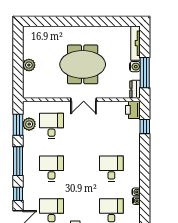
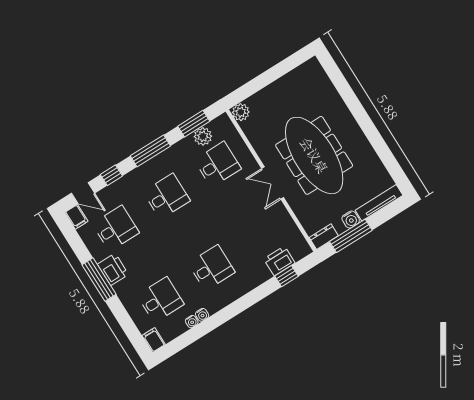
meeting table: (83, 64) -> (314, 155), width x1.36
plant: (29, 65) -> (241, 112), moved
printer: (133, 110) -> (279, 261), moved

